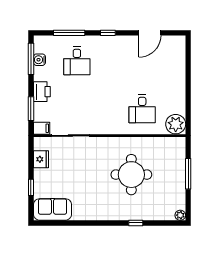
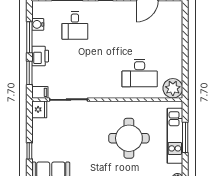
window: (31, 59) -> (29, 37), moved
desk: (142, 109) -> (140, 73), width x1.37
fridge: (41, 159) -> (39, 109), moved
kitchen unit: (178, 172) -> (175, 136), added

